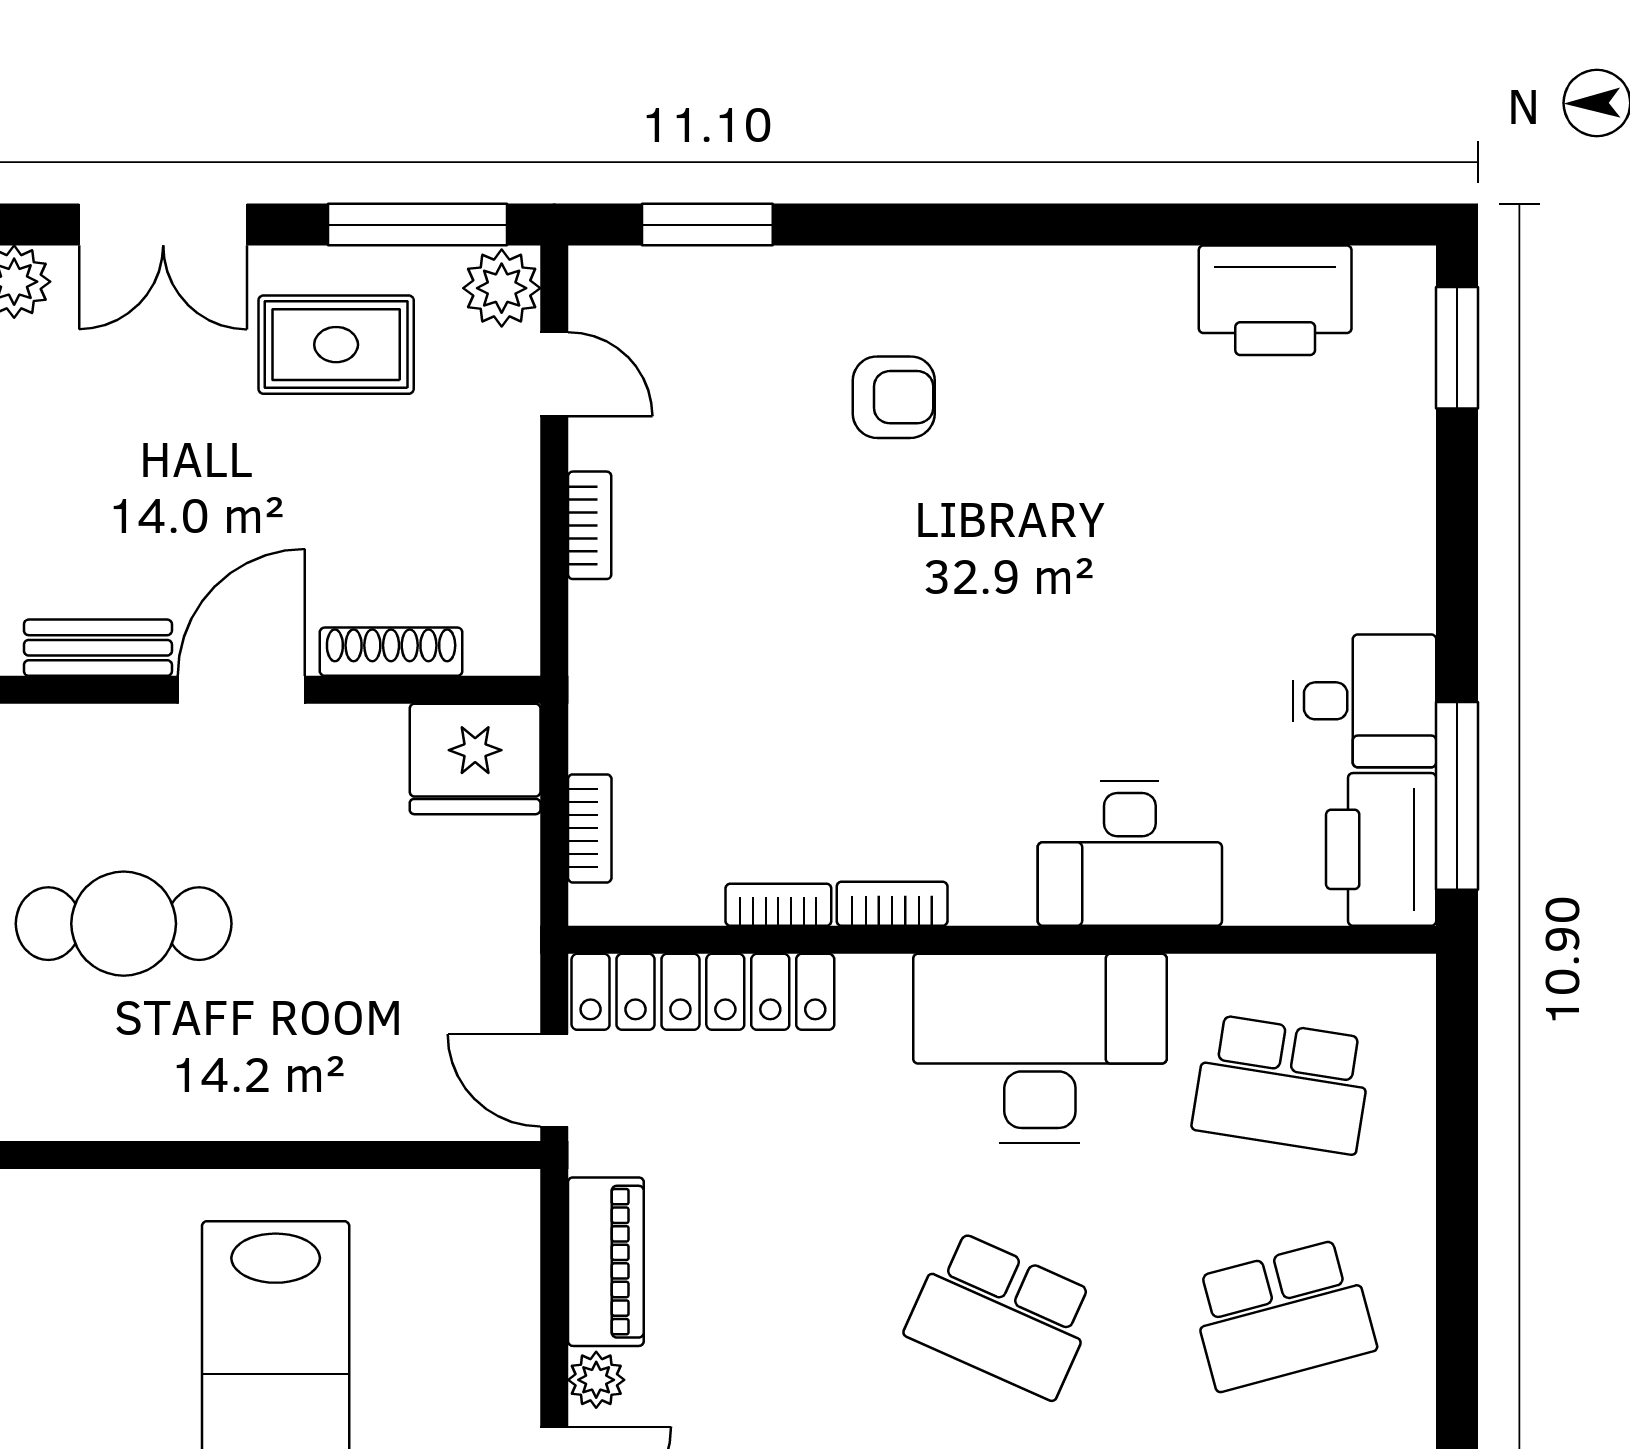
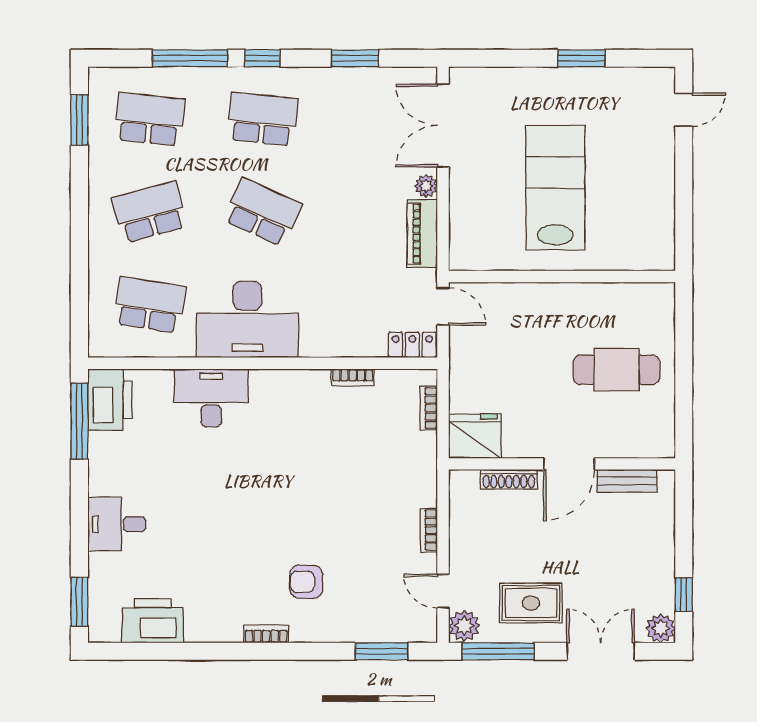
desk: (1364, 701) -> (117, 524), moved
bookcase: (892, 904) -> (266, 634), moved, turned 180
locker: (703, 992) -> (412, 345), width x0.46, depth x0.83

